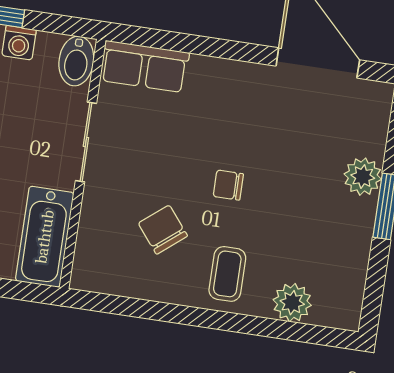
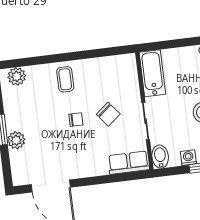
chair: (163, 230) -> (108, 114), moved
plant: (292, 303) -> (17, 76), moved

